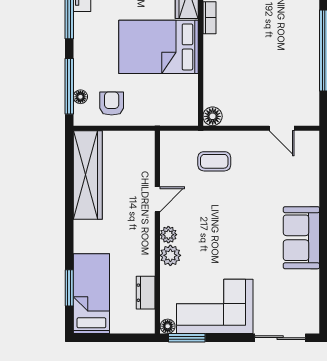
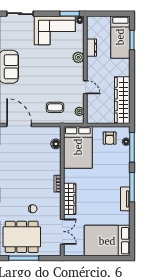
bed: (158, 47) -> (78, 147), moved, turned 90
floor lamp: (213, 116) -> (56, 144), moved
door: (282, 128) -> (19, 125), width x1.88
door: (157, 199) -> (85, 87), swing flipped
plant: (168, 235) -> (79, 111), moved
dresser: (146, 293) -> (91, 48), moved

